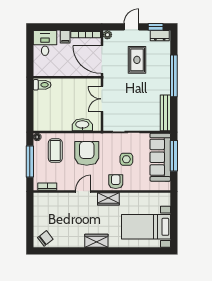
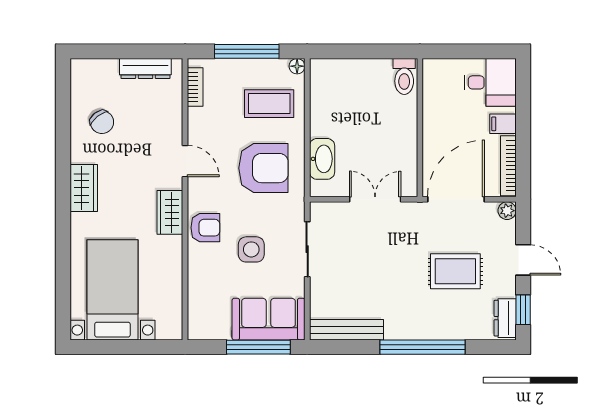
sofa: (160, 157) -> (269, 319), width x0.73
dresser: (38, 211) -> (145, 68), added
chair: (45, 238) -> (102, 122), moved

